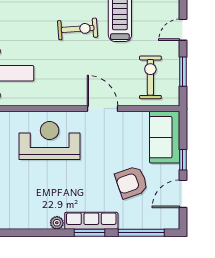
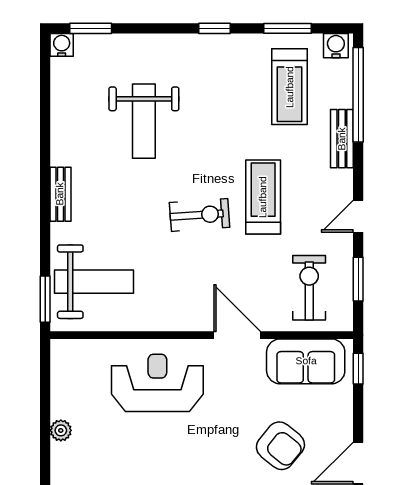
sofa: (165, 137) -> (306, 361), moved, turned -90
window: (183, 160) -> (358, 369), moved
armchair: (131, 182) -> (280, 446), turned -122

